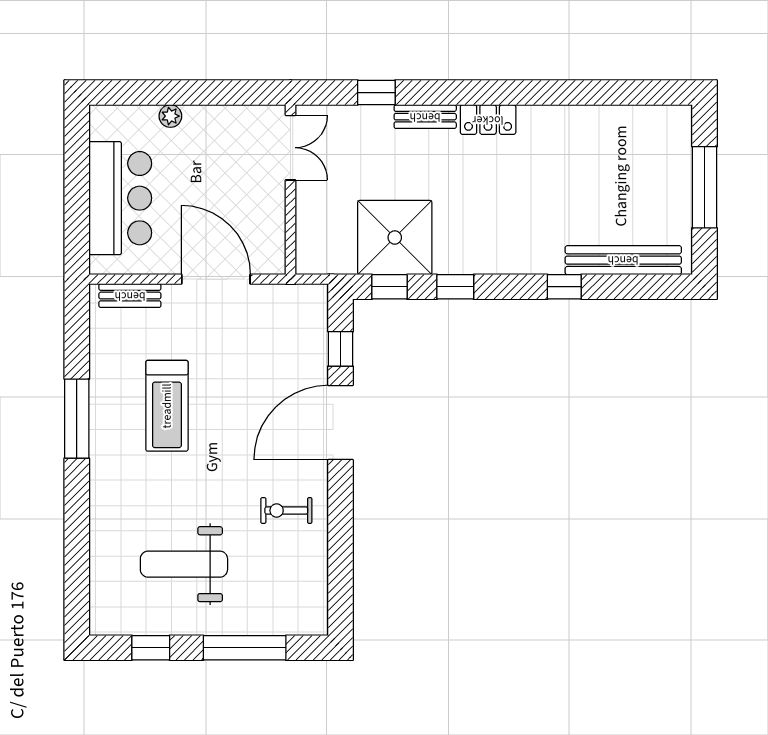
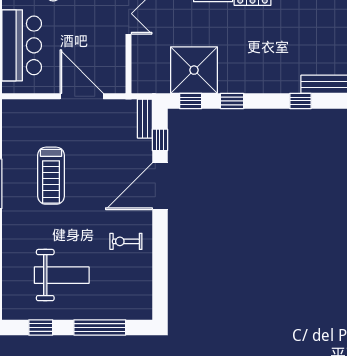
bench: (130, 296) -> (145, 119), moved, turned 90
weight bench: (184, 564) -> (62, 275), turned 180

